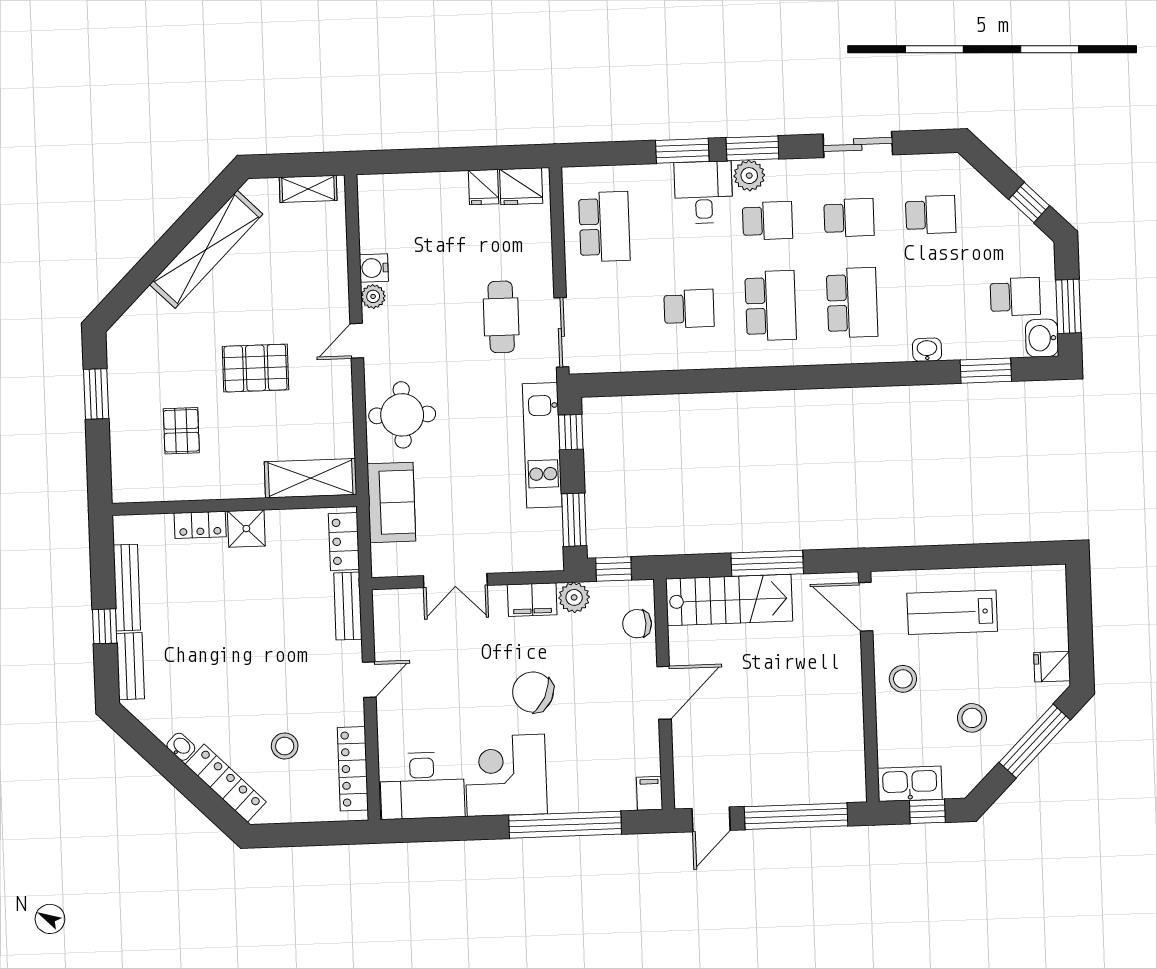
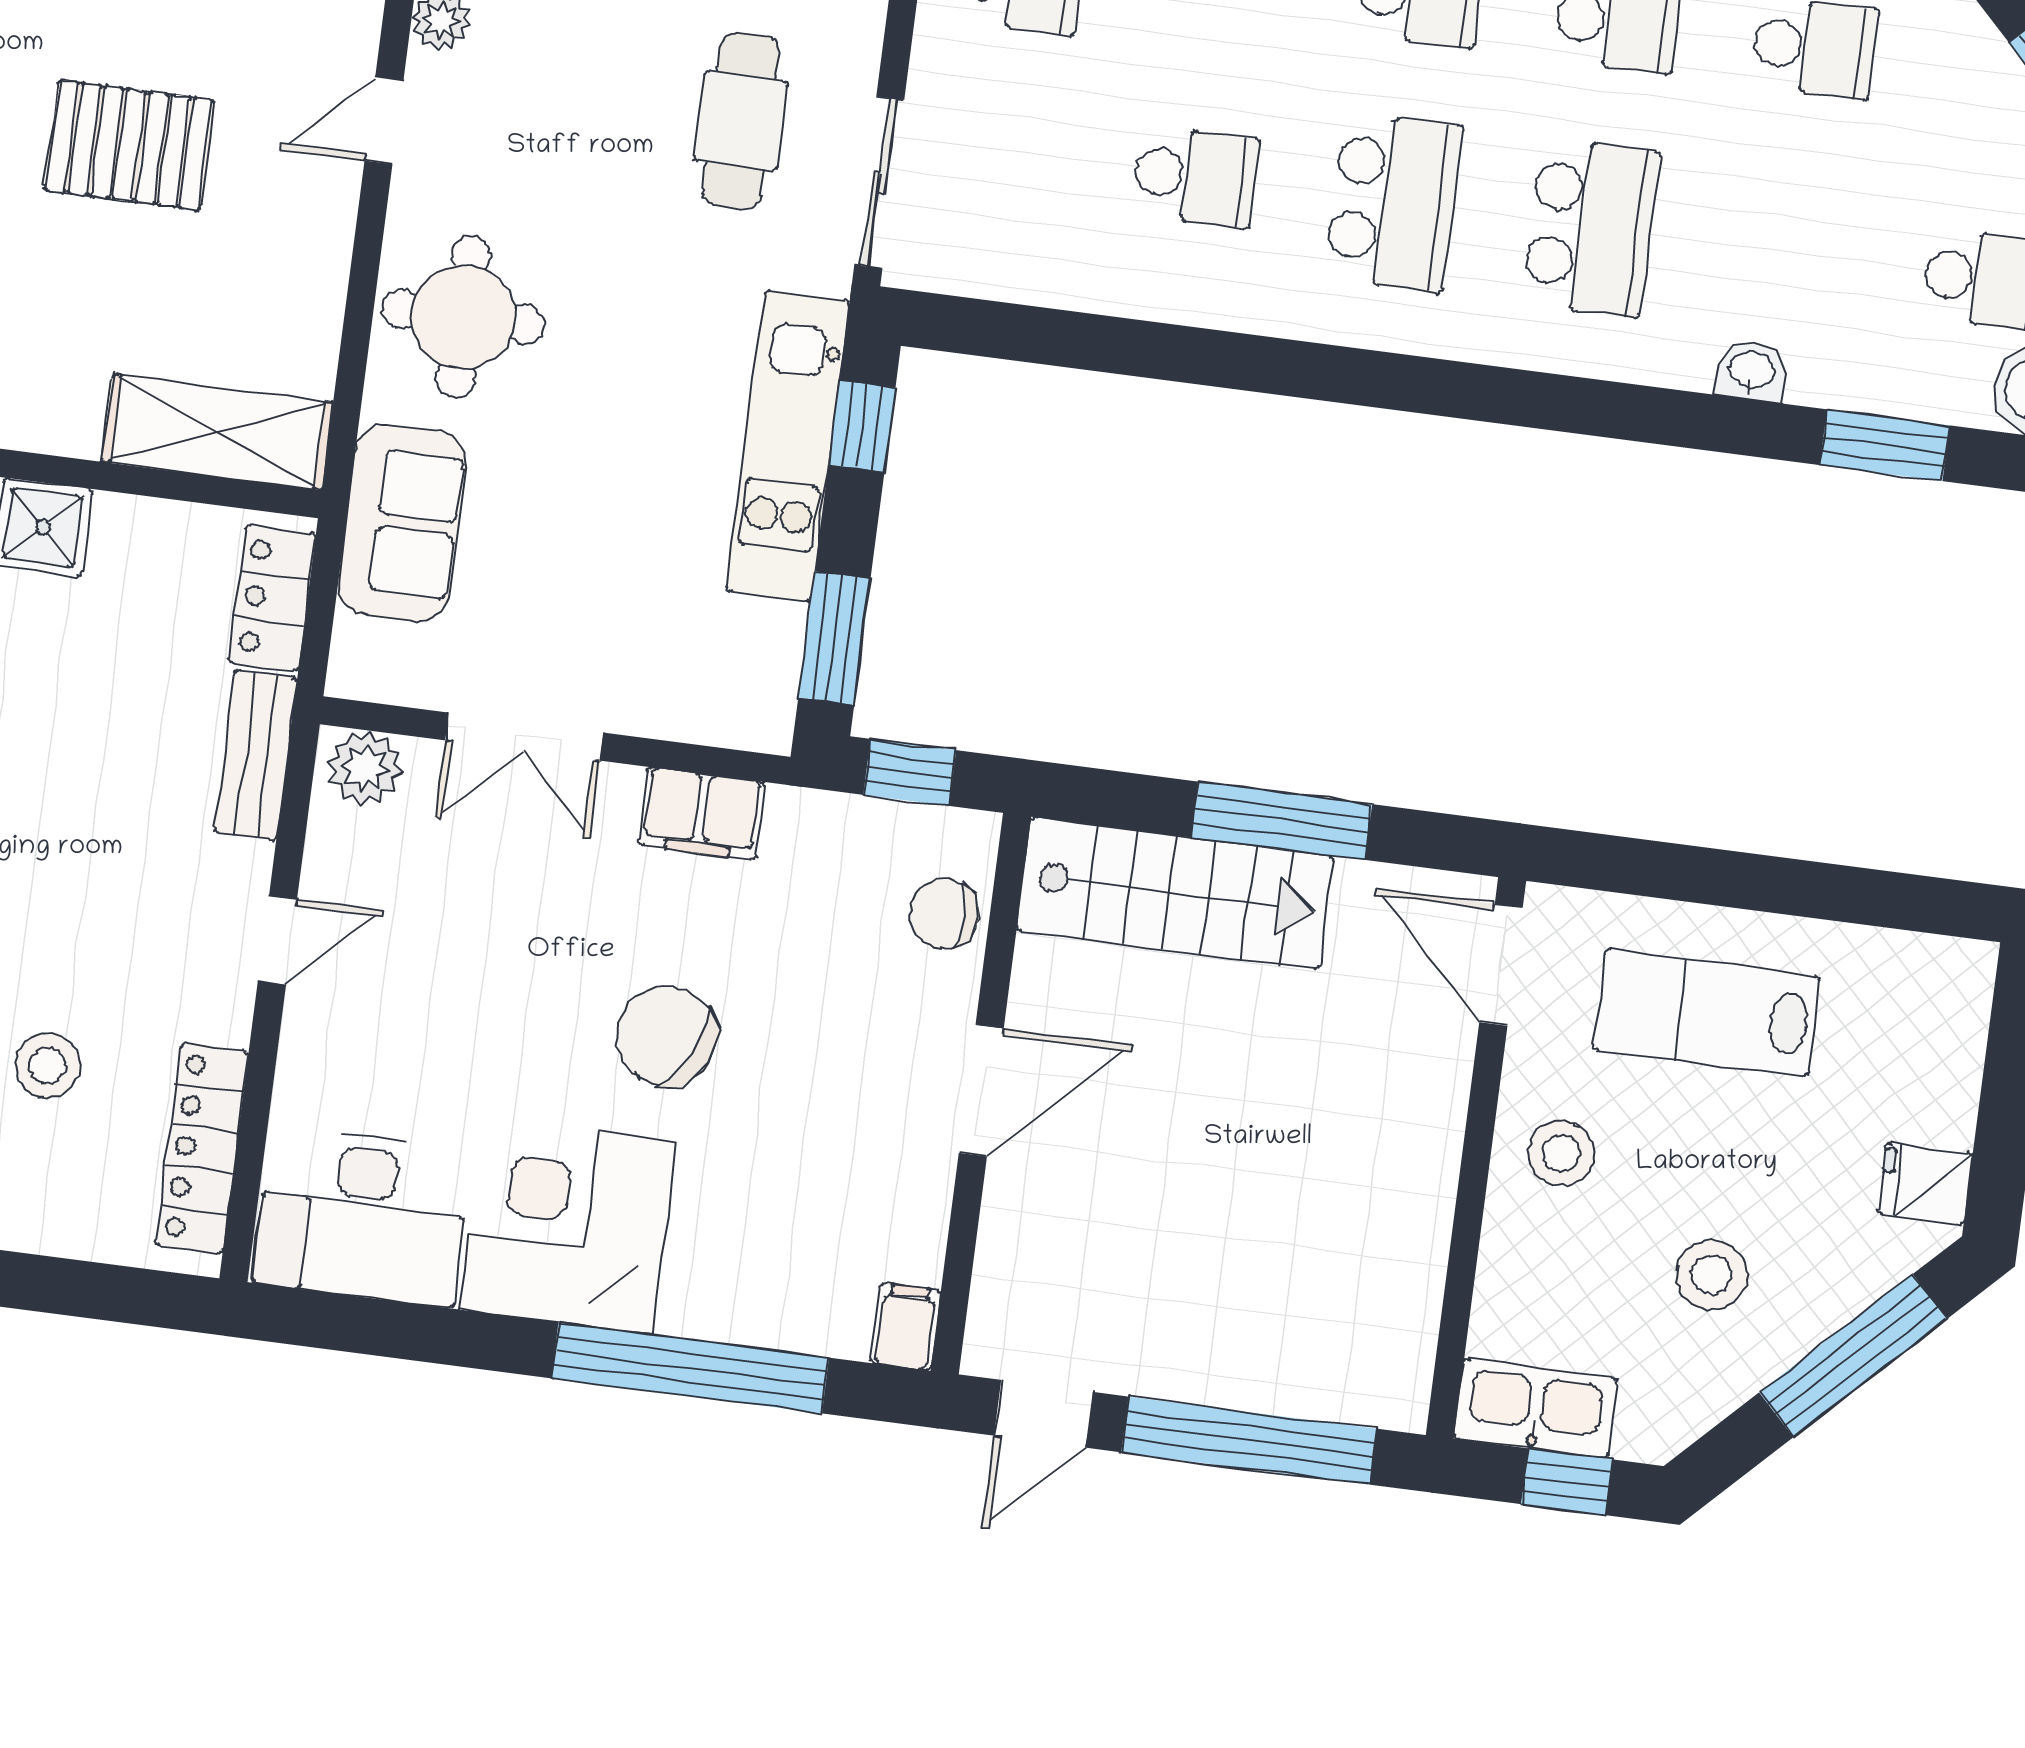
plant: (574, 597) -> (365, 768), moved

